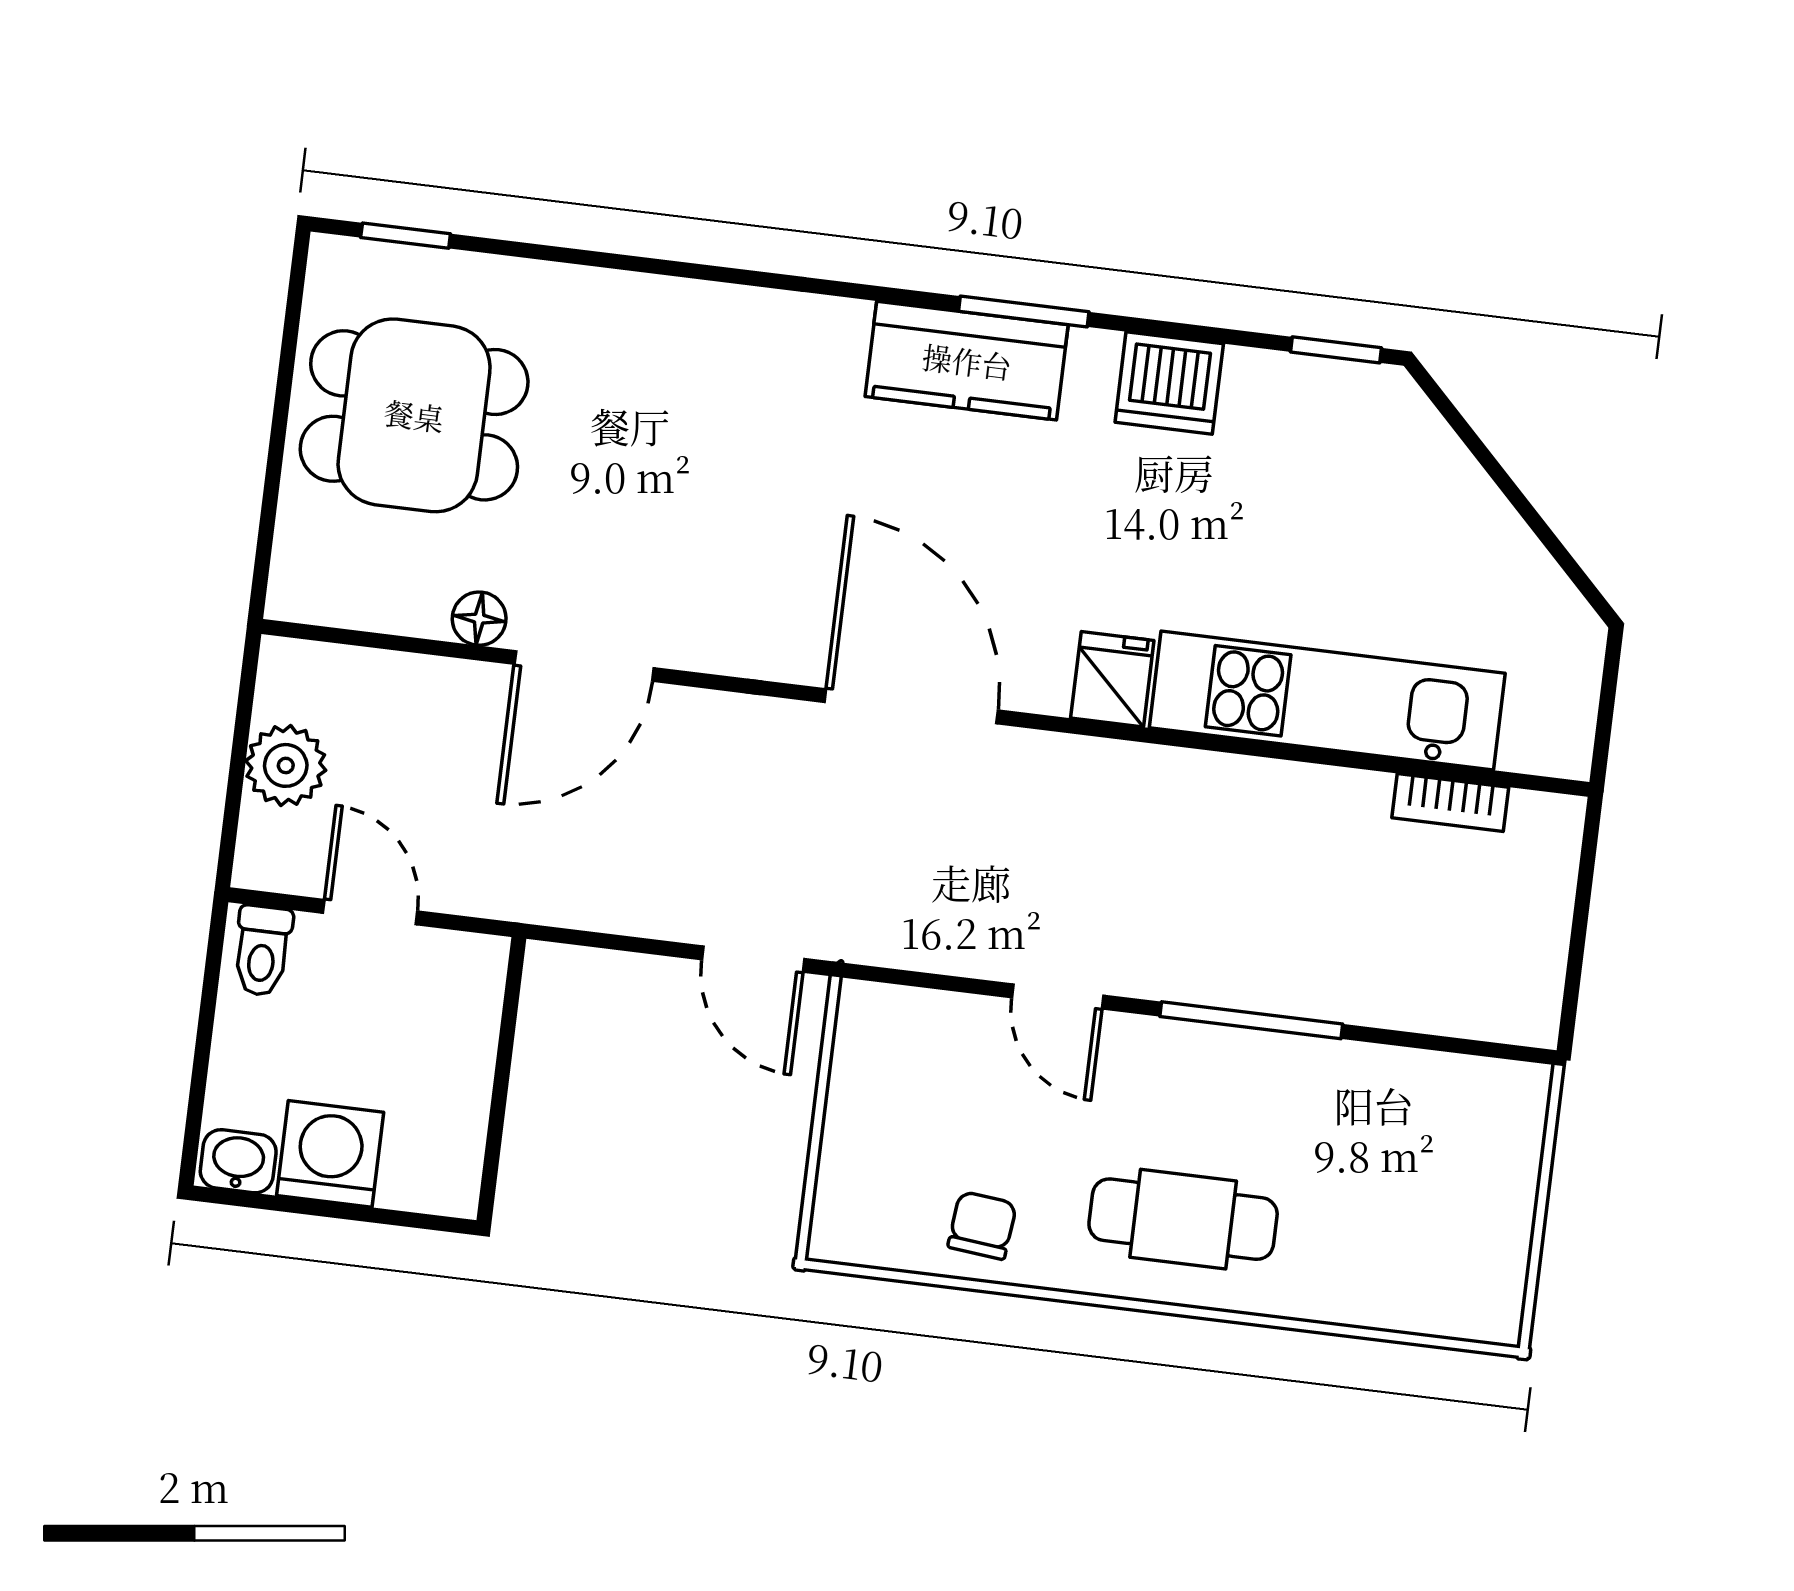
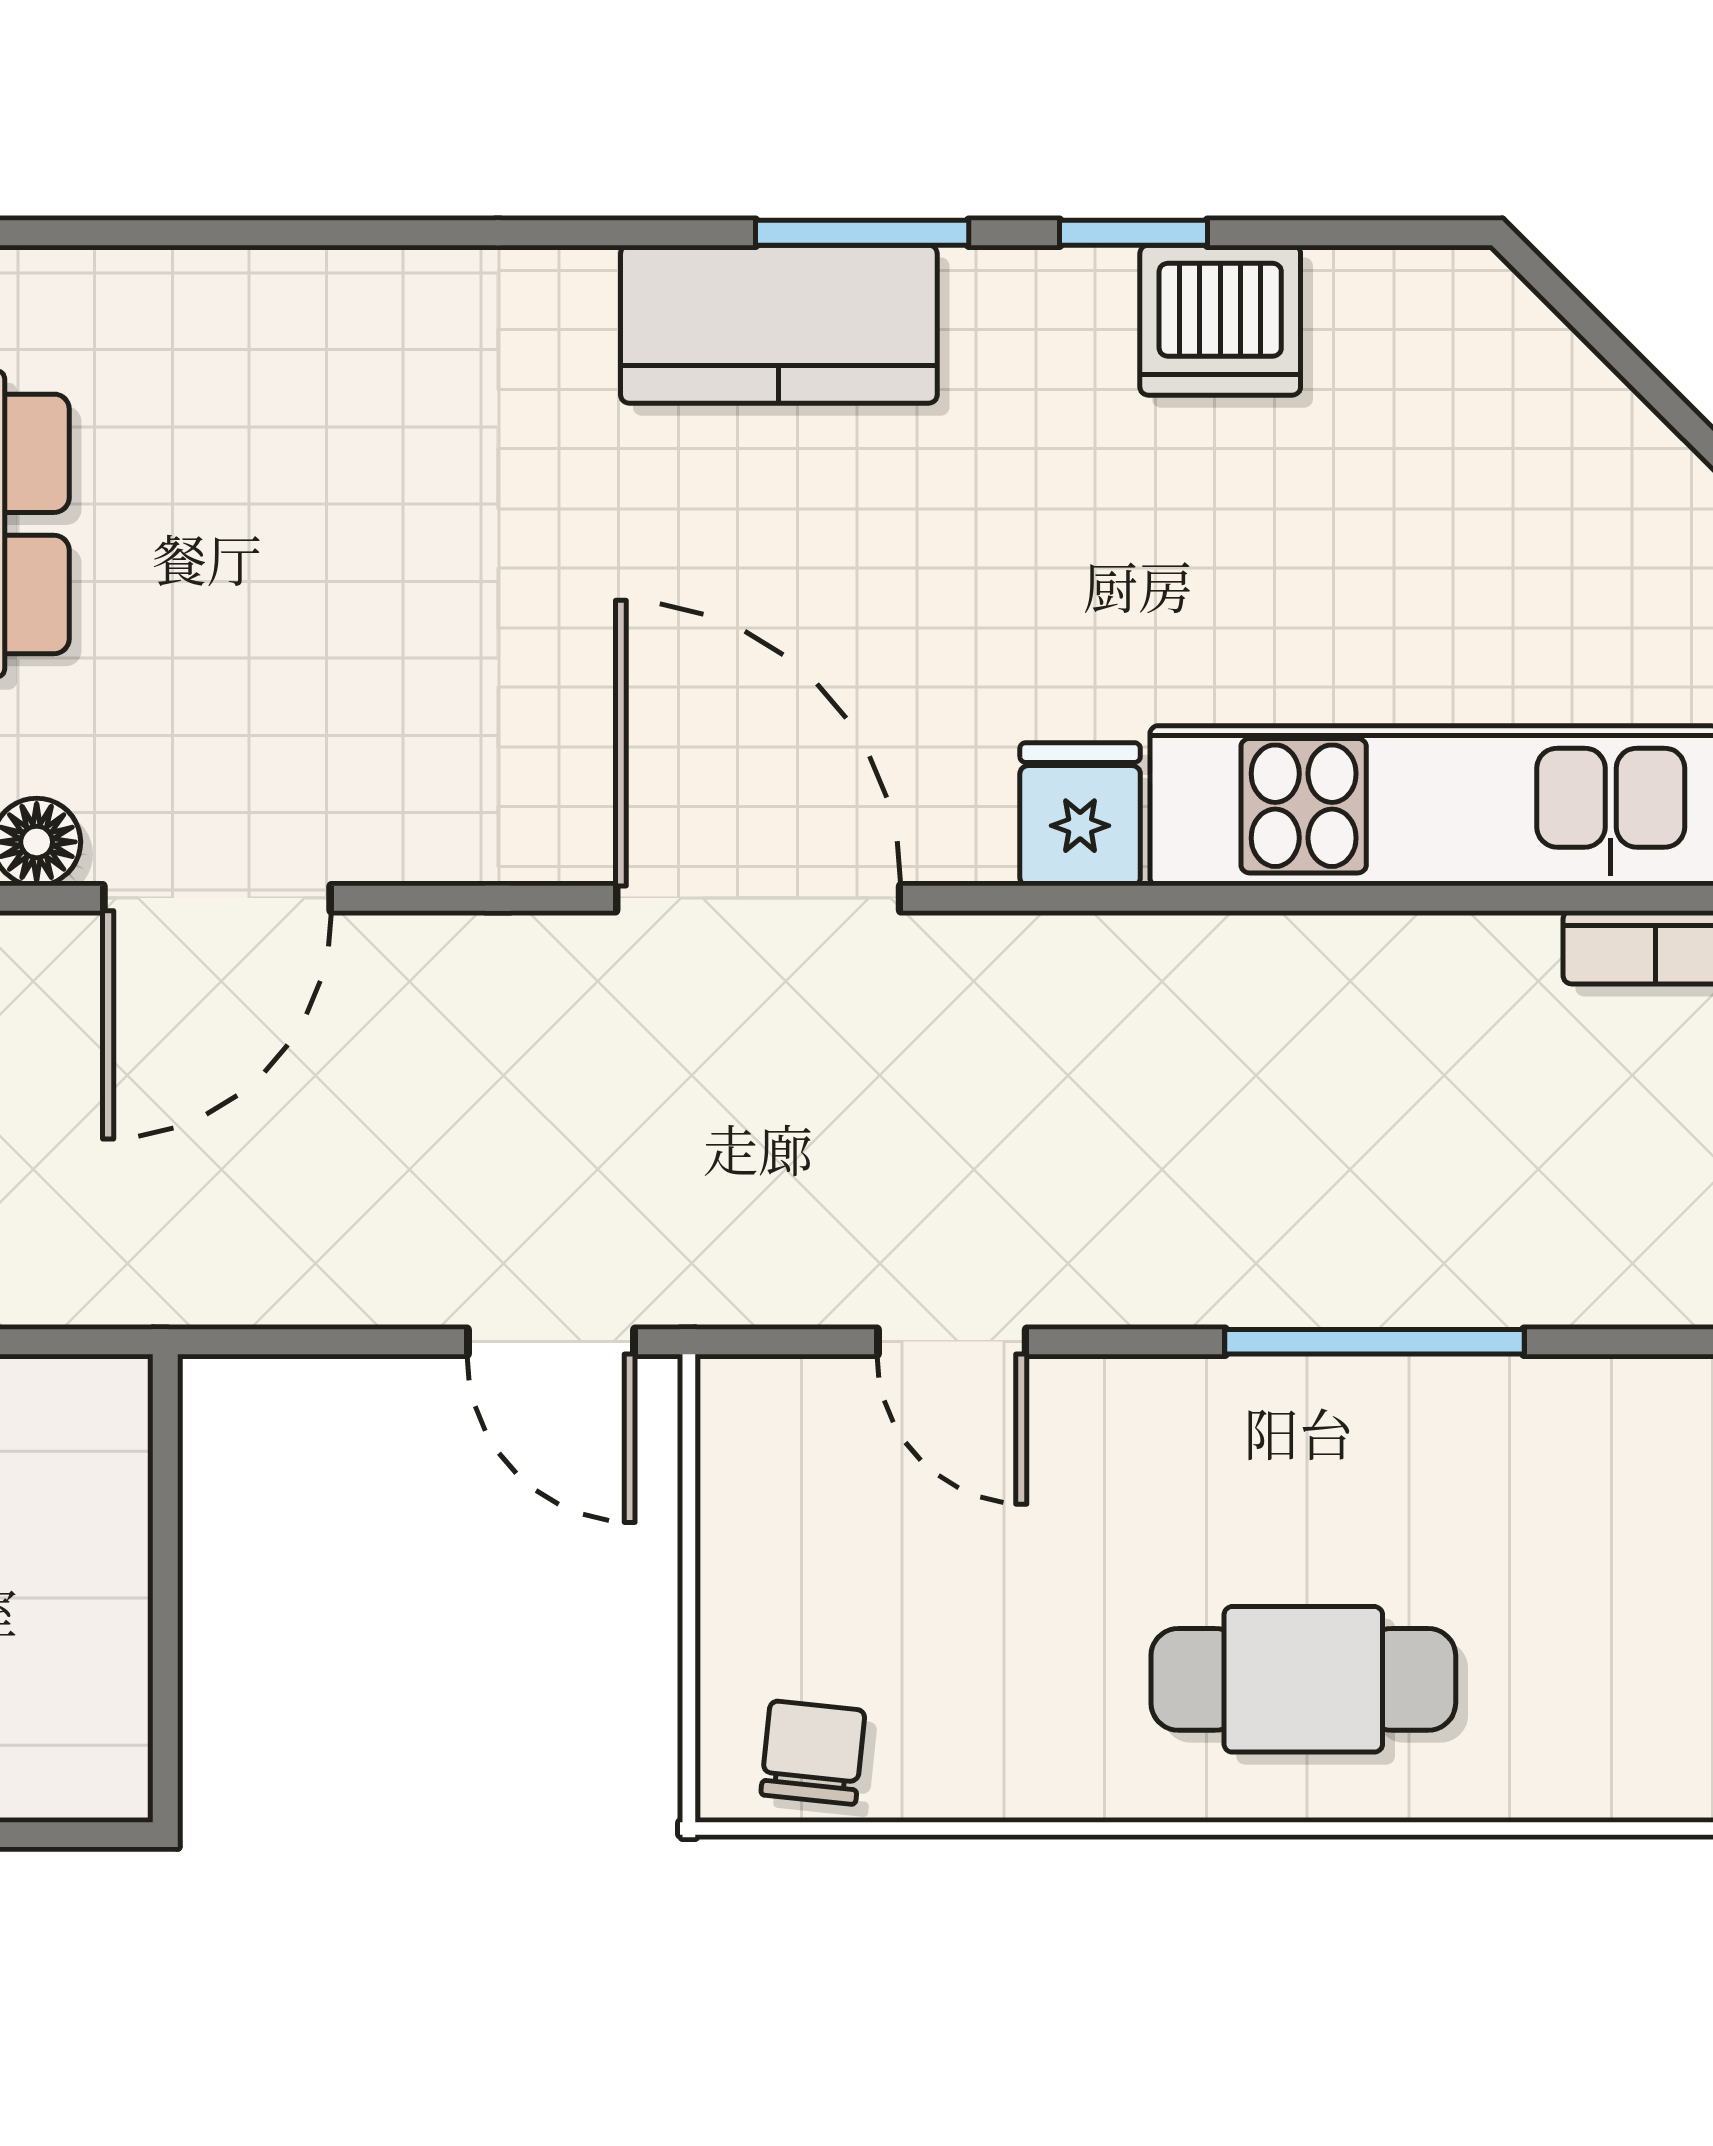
window: (1336, 350) -> (1133, 233), moved
dishwasher: (1169, 383) -> (1220, 320), moved
door: (1058, 997) -> (952, 1342), moved
chair: (982, 1225) -> (813, 1753), moved

